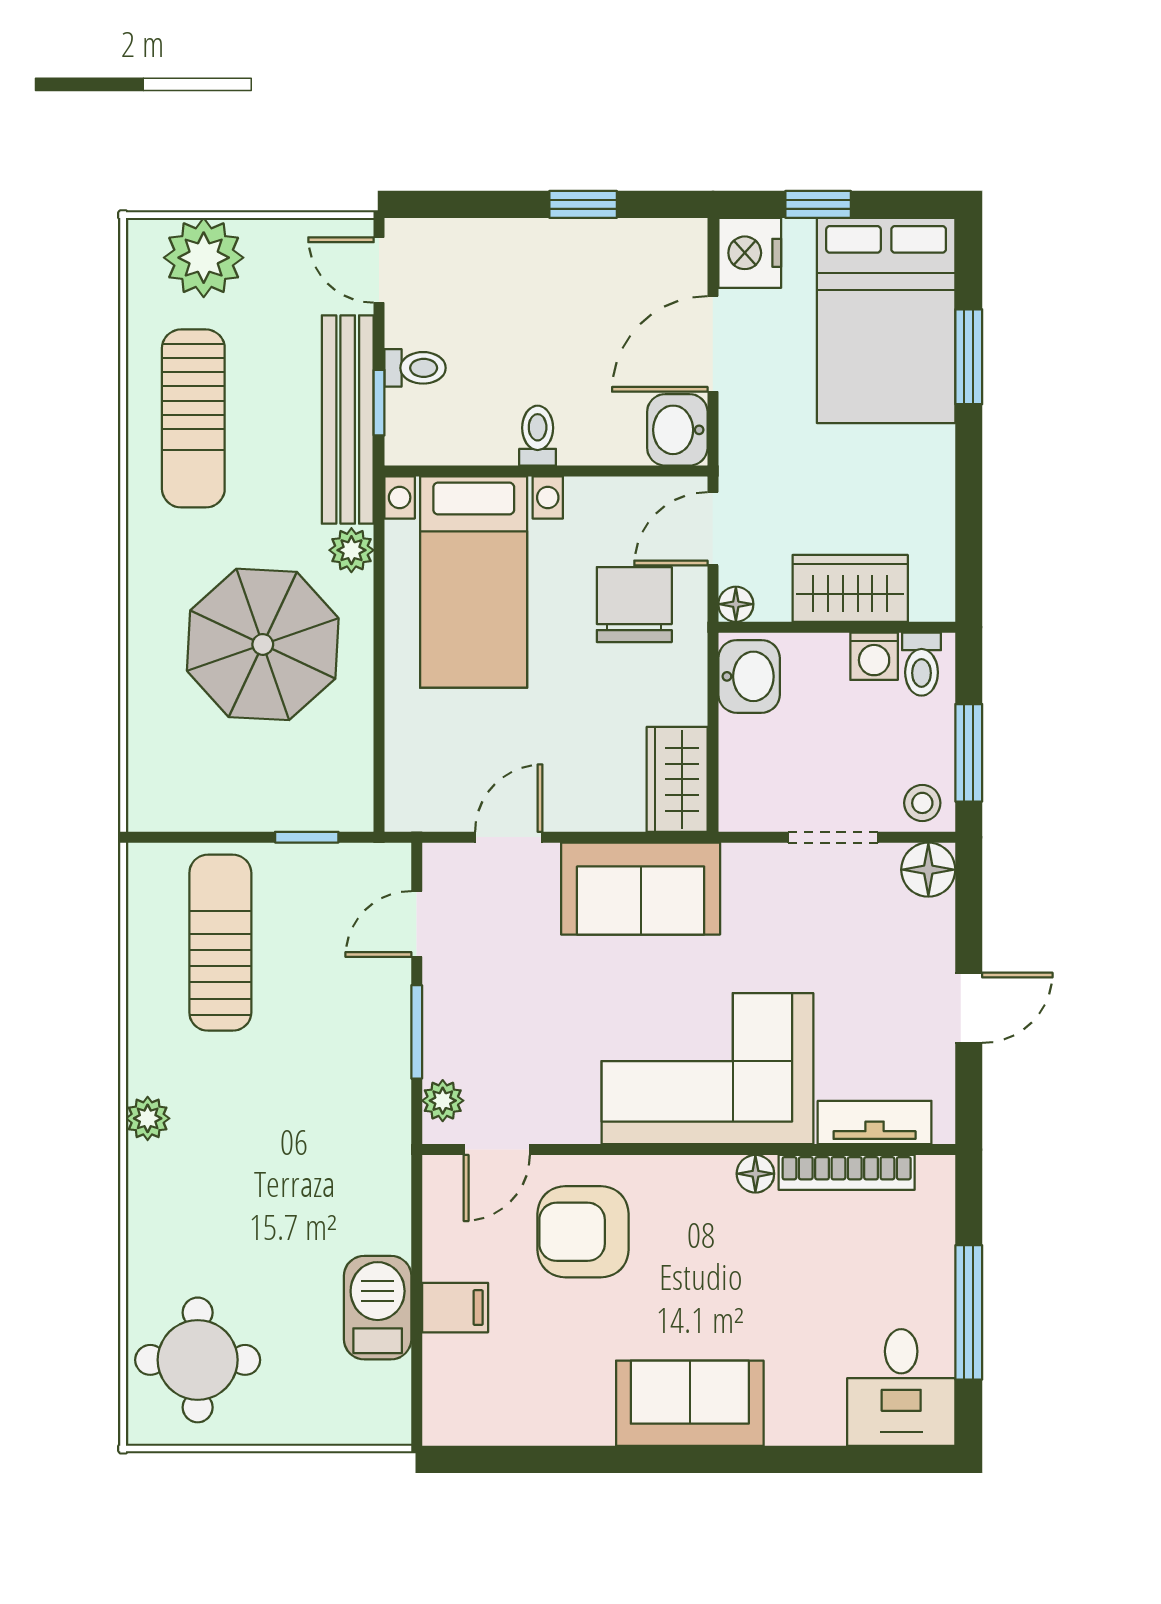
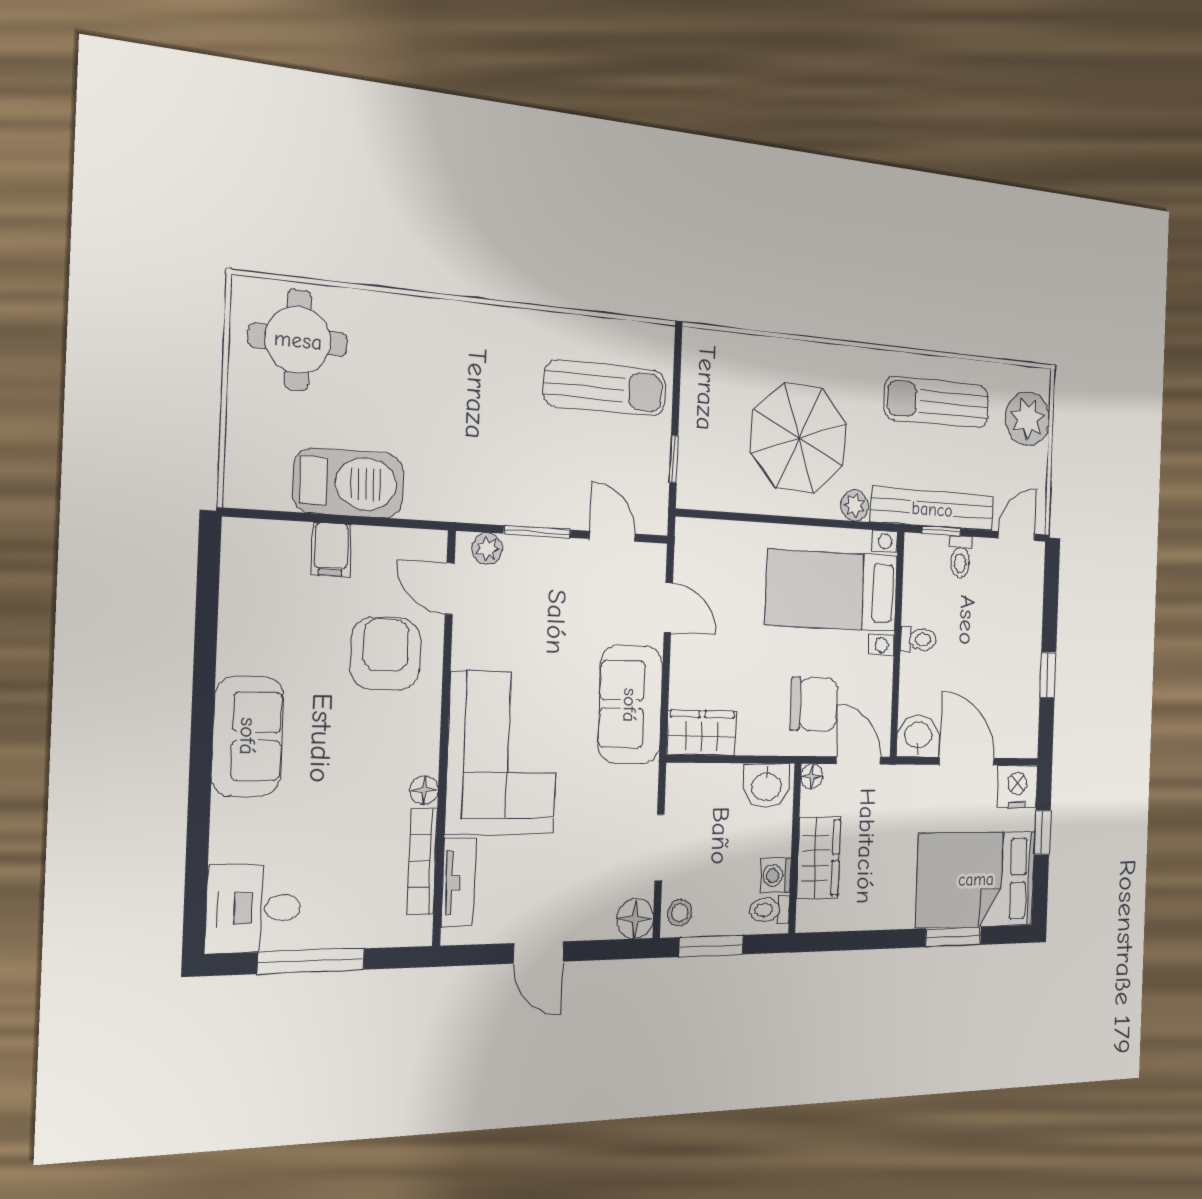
plant: (148, 1118) -> (483, 320), removed
barbecue: (378, 1308) -> (348, 483), width x1.37, depth x1.21

